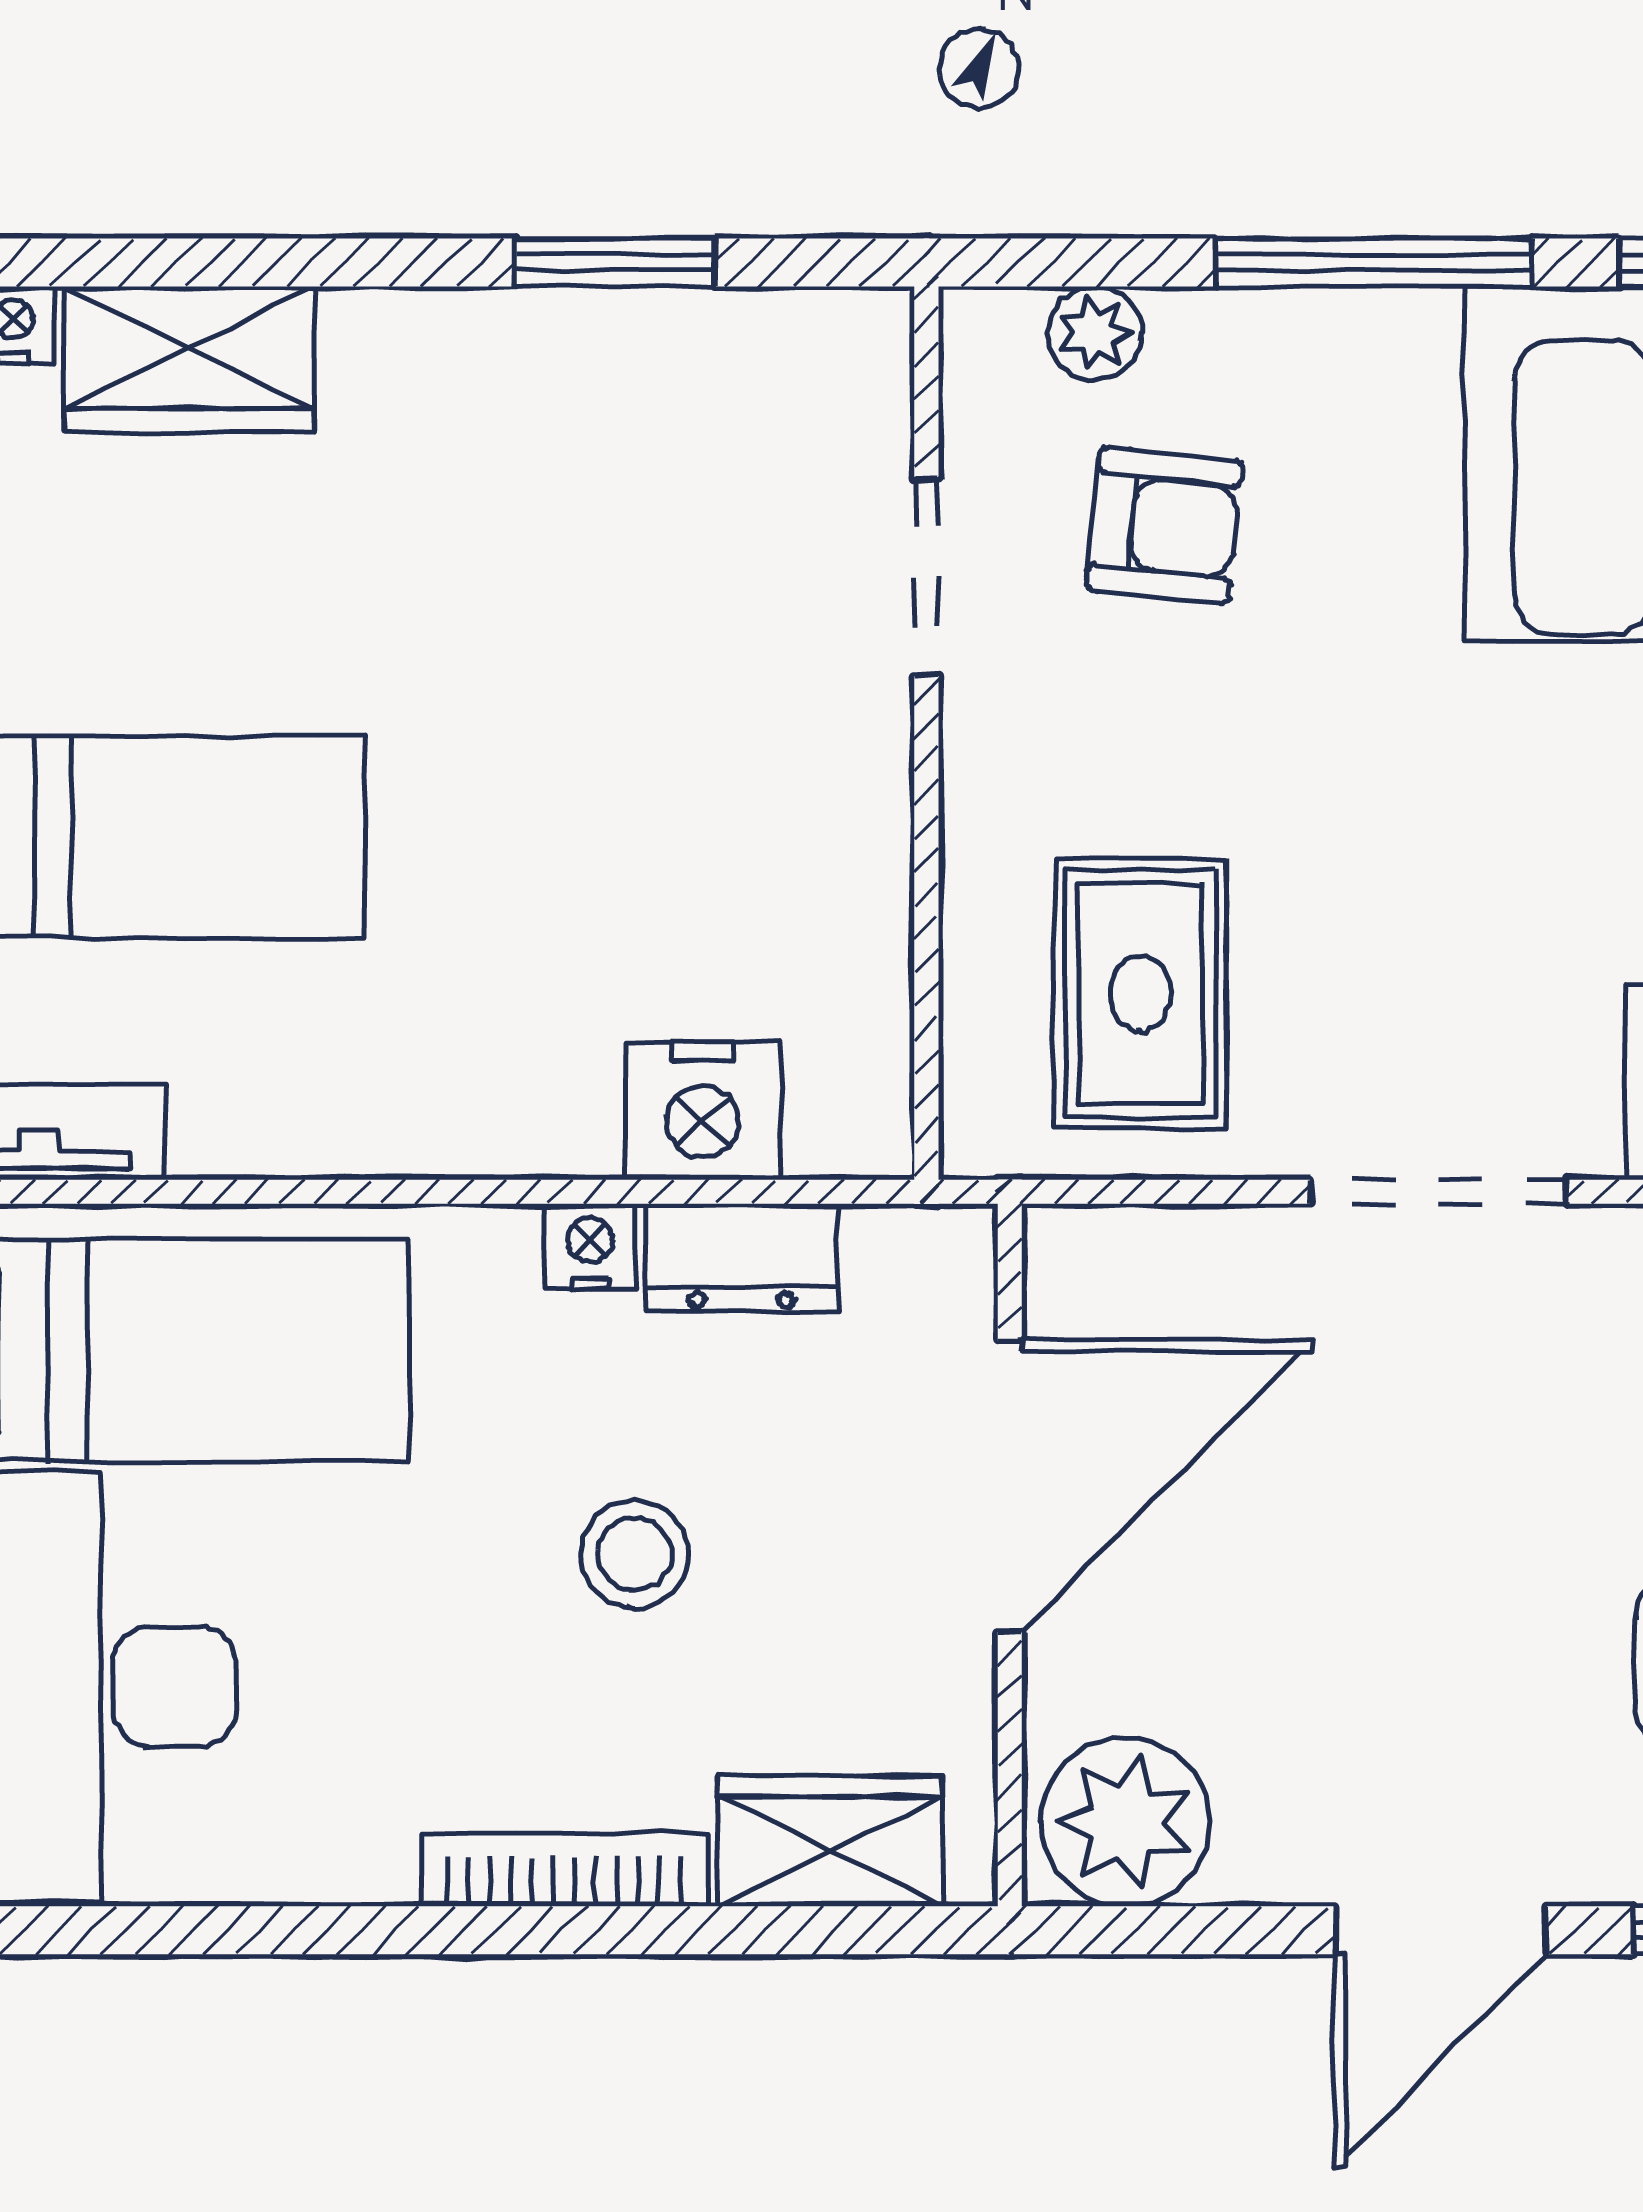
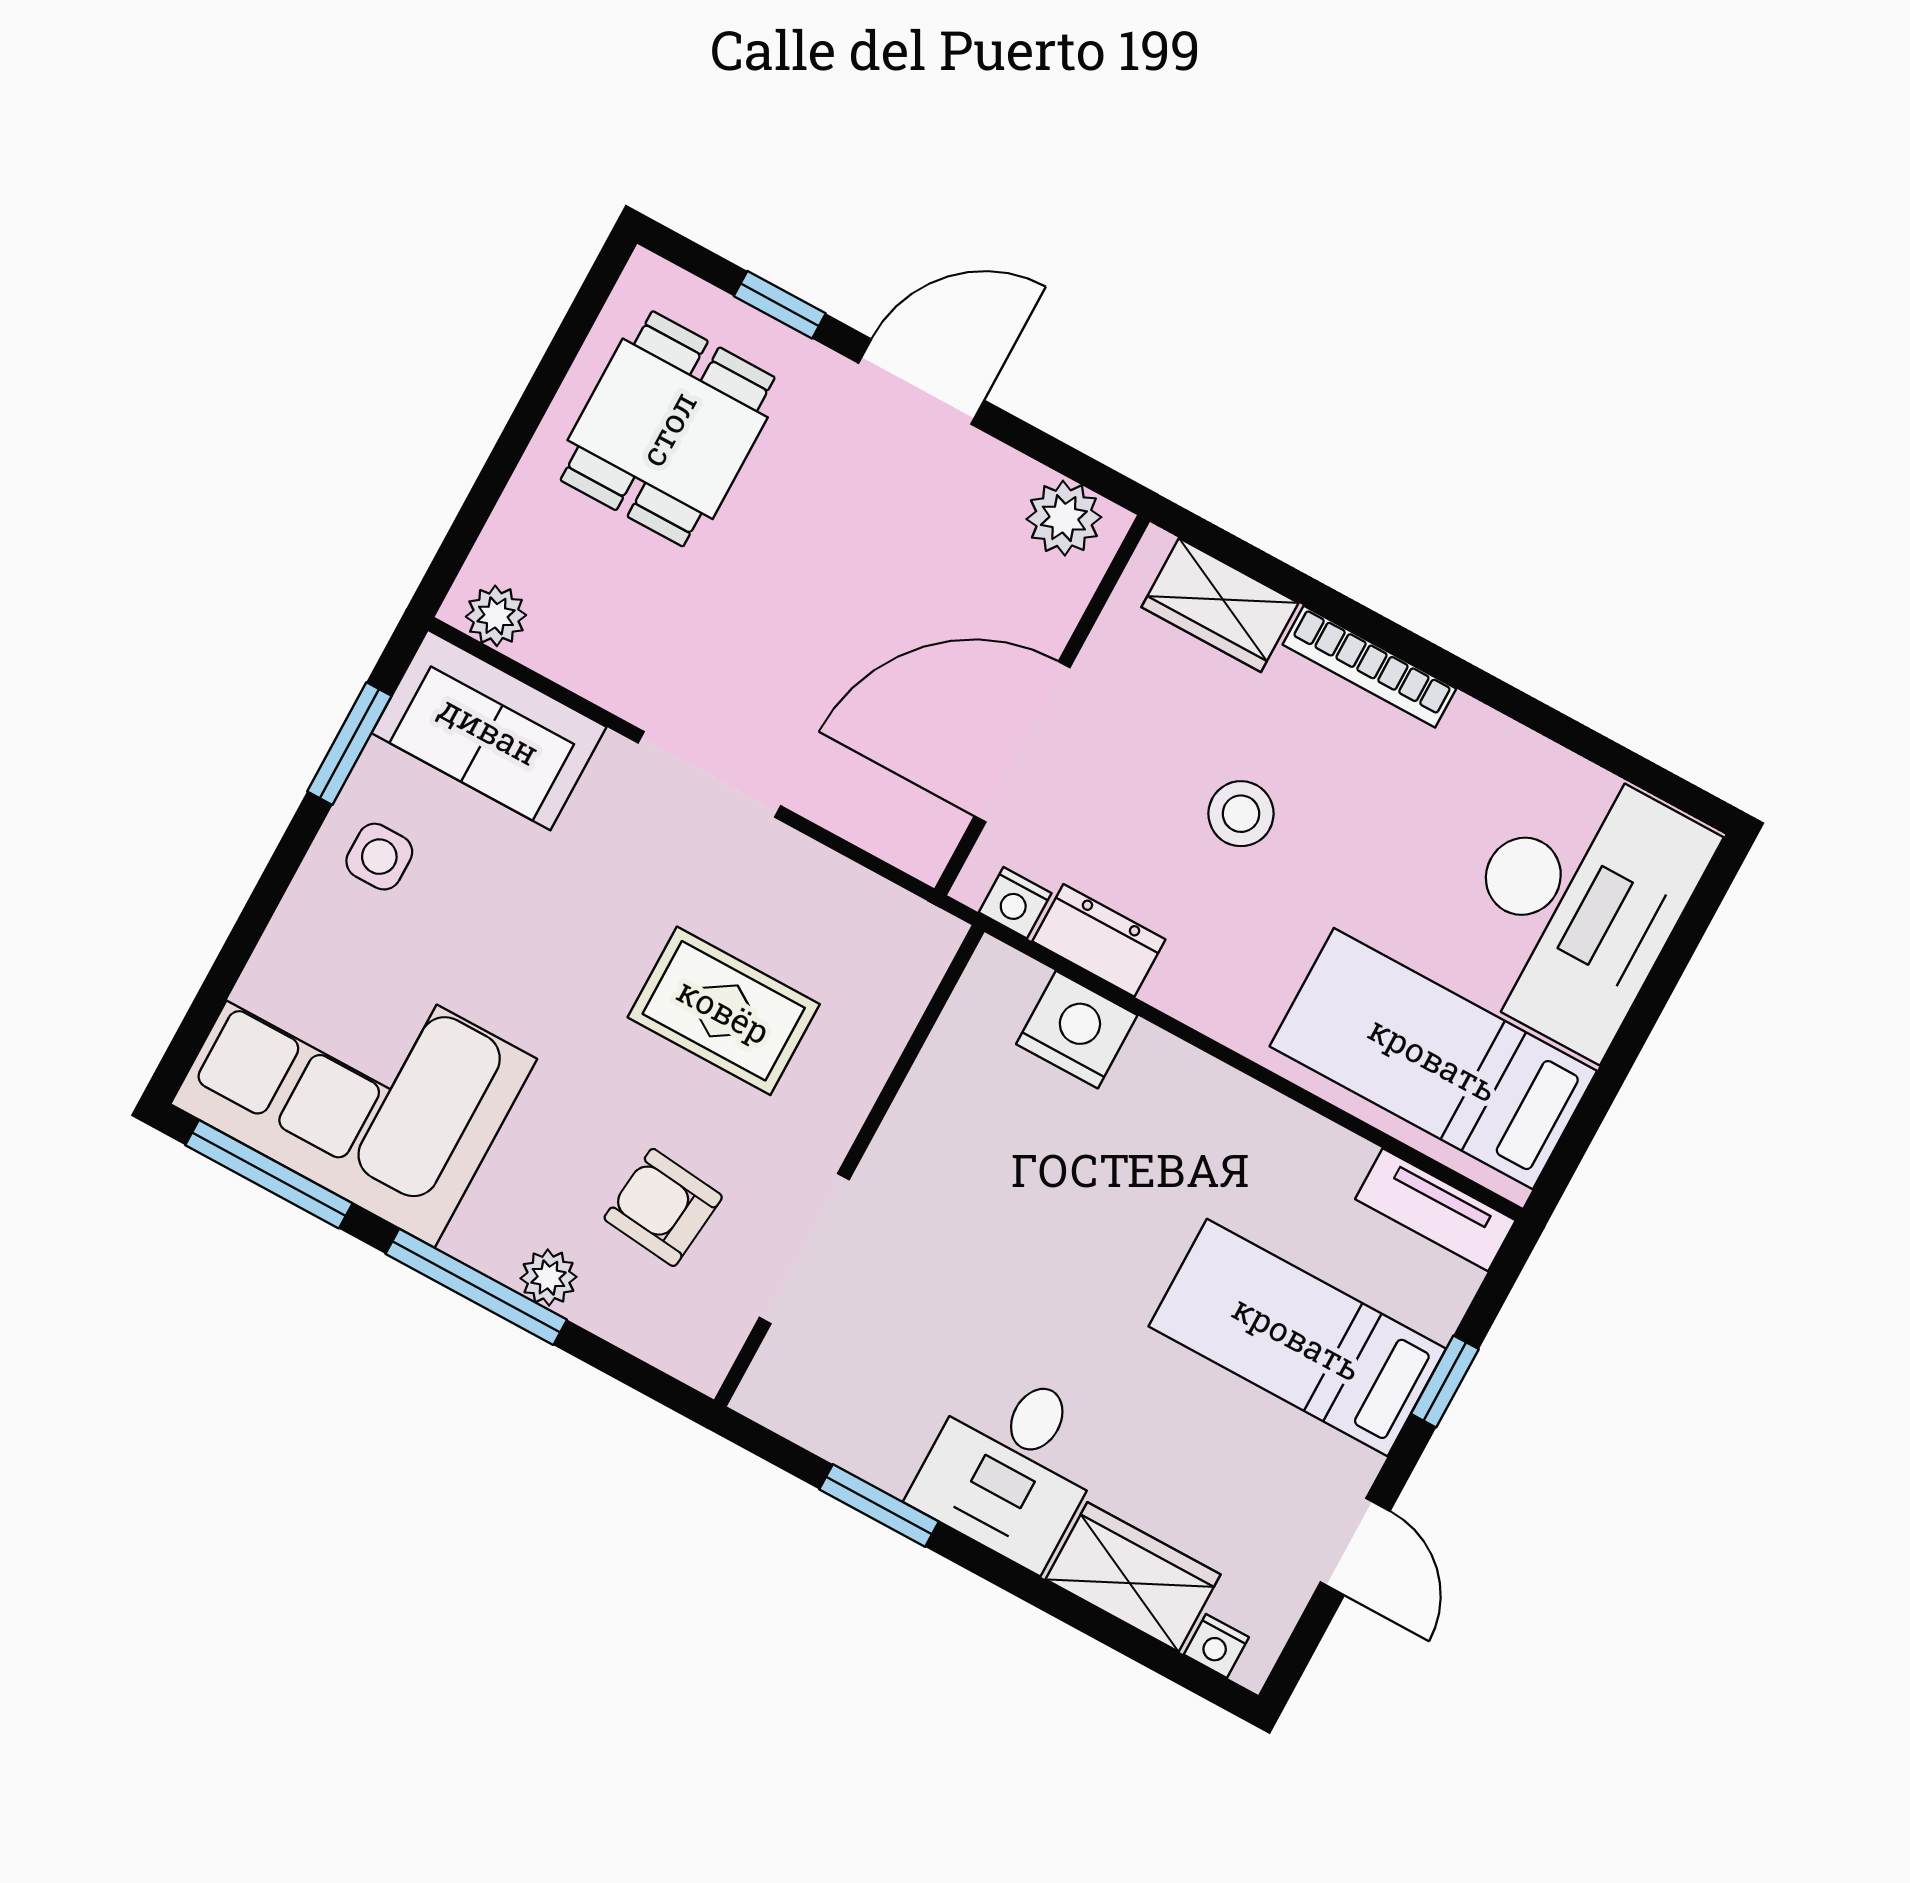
plant: (1095, 333) -> (548, 1278), moved
desk: (454, 426) -> (1012, 1465), added
doorway: (926, 577) -> (804, 1249), width x1.38
rug: (1140, 993) -> (724, 1011), moved, turned 90
nightstand: (590, 1247) -> (1015, 903), moved
plant: (1126, 1822) -> (1064, 518), width x0.73, depth x0.73

